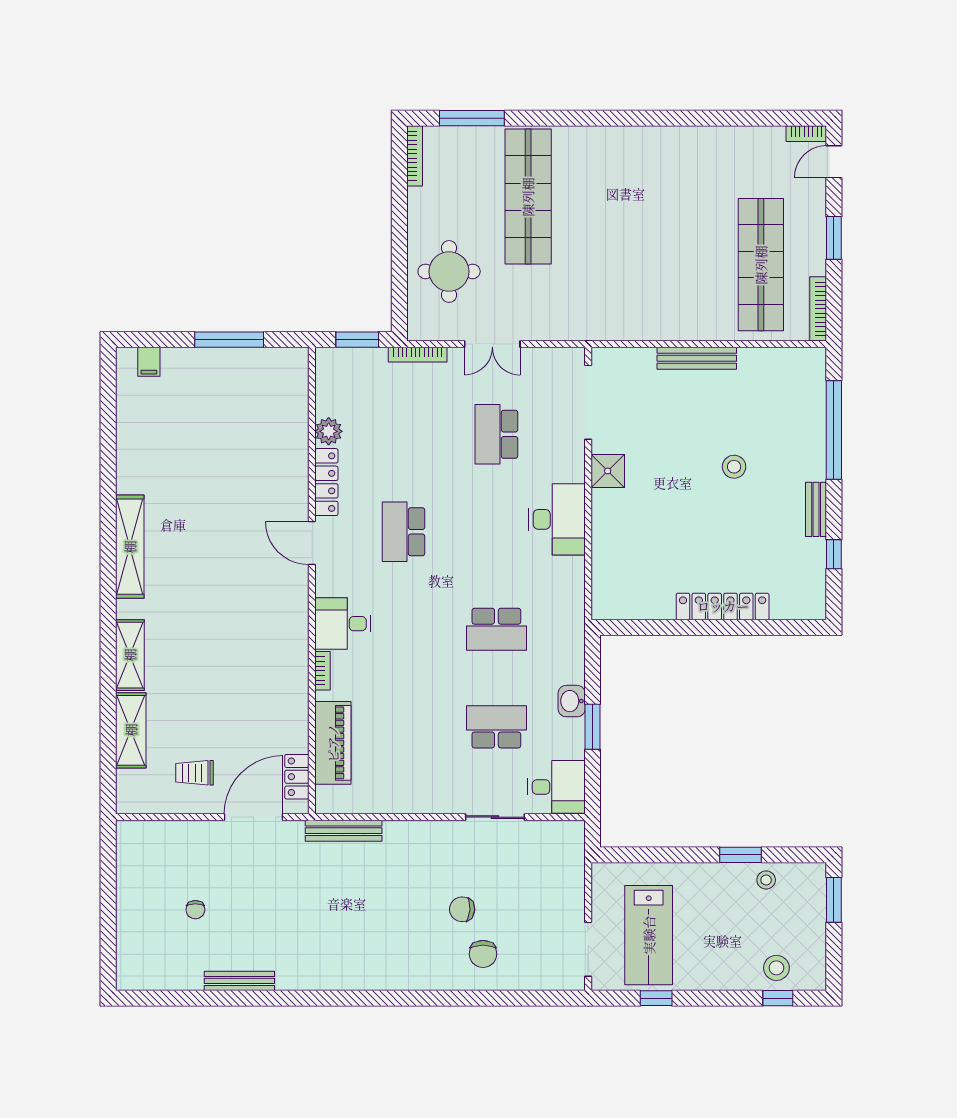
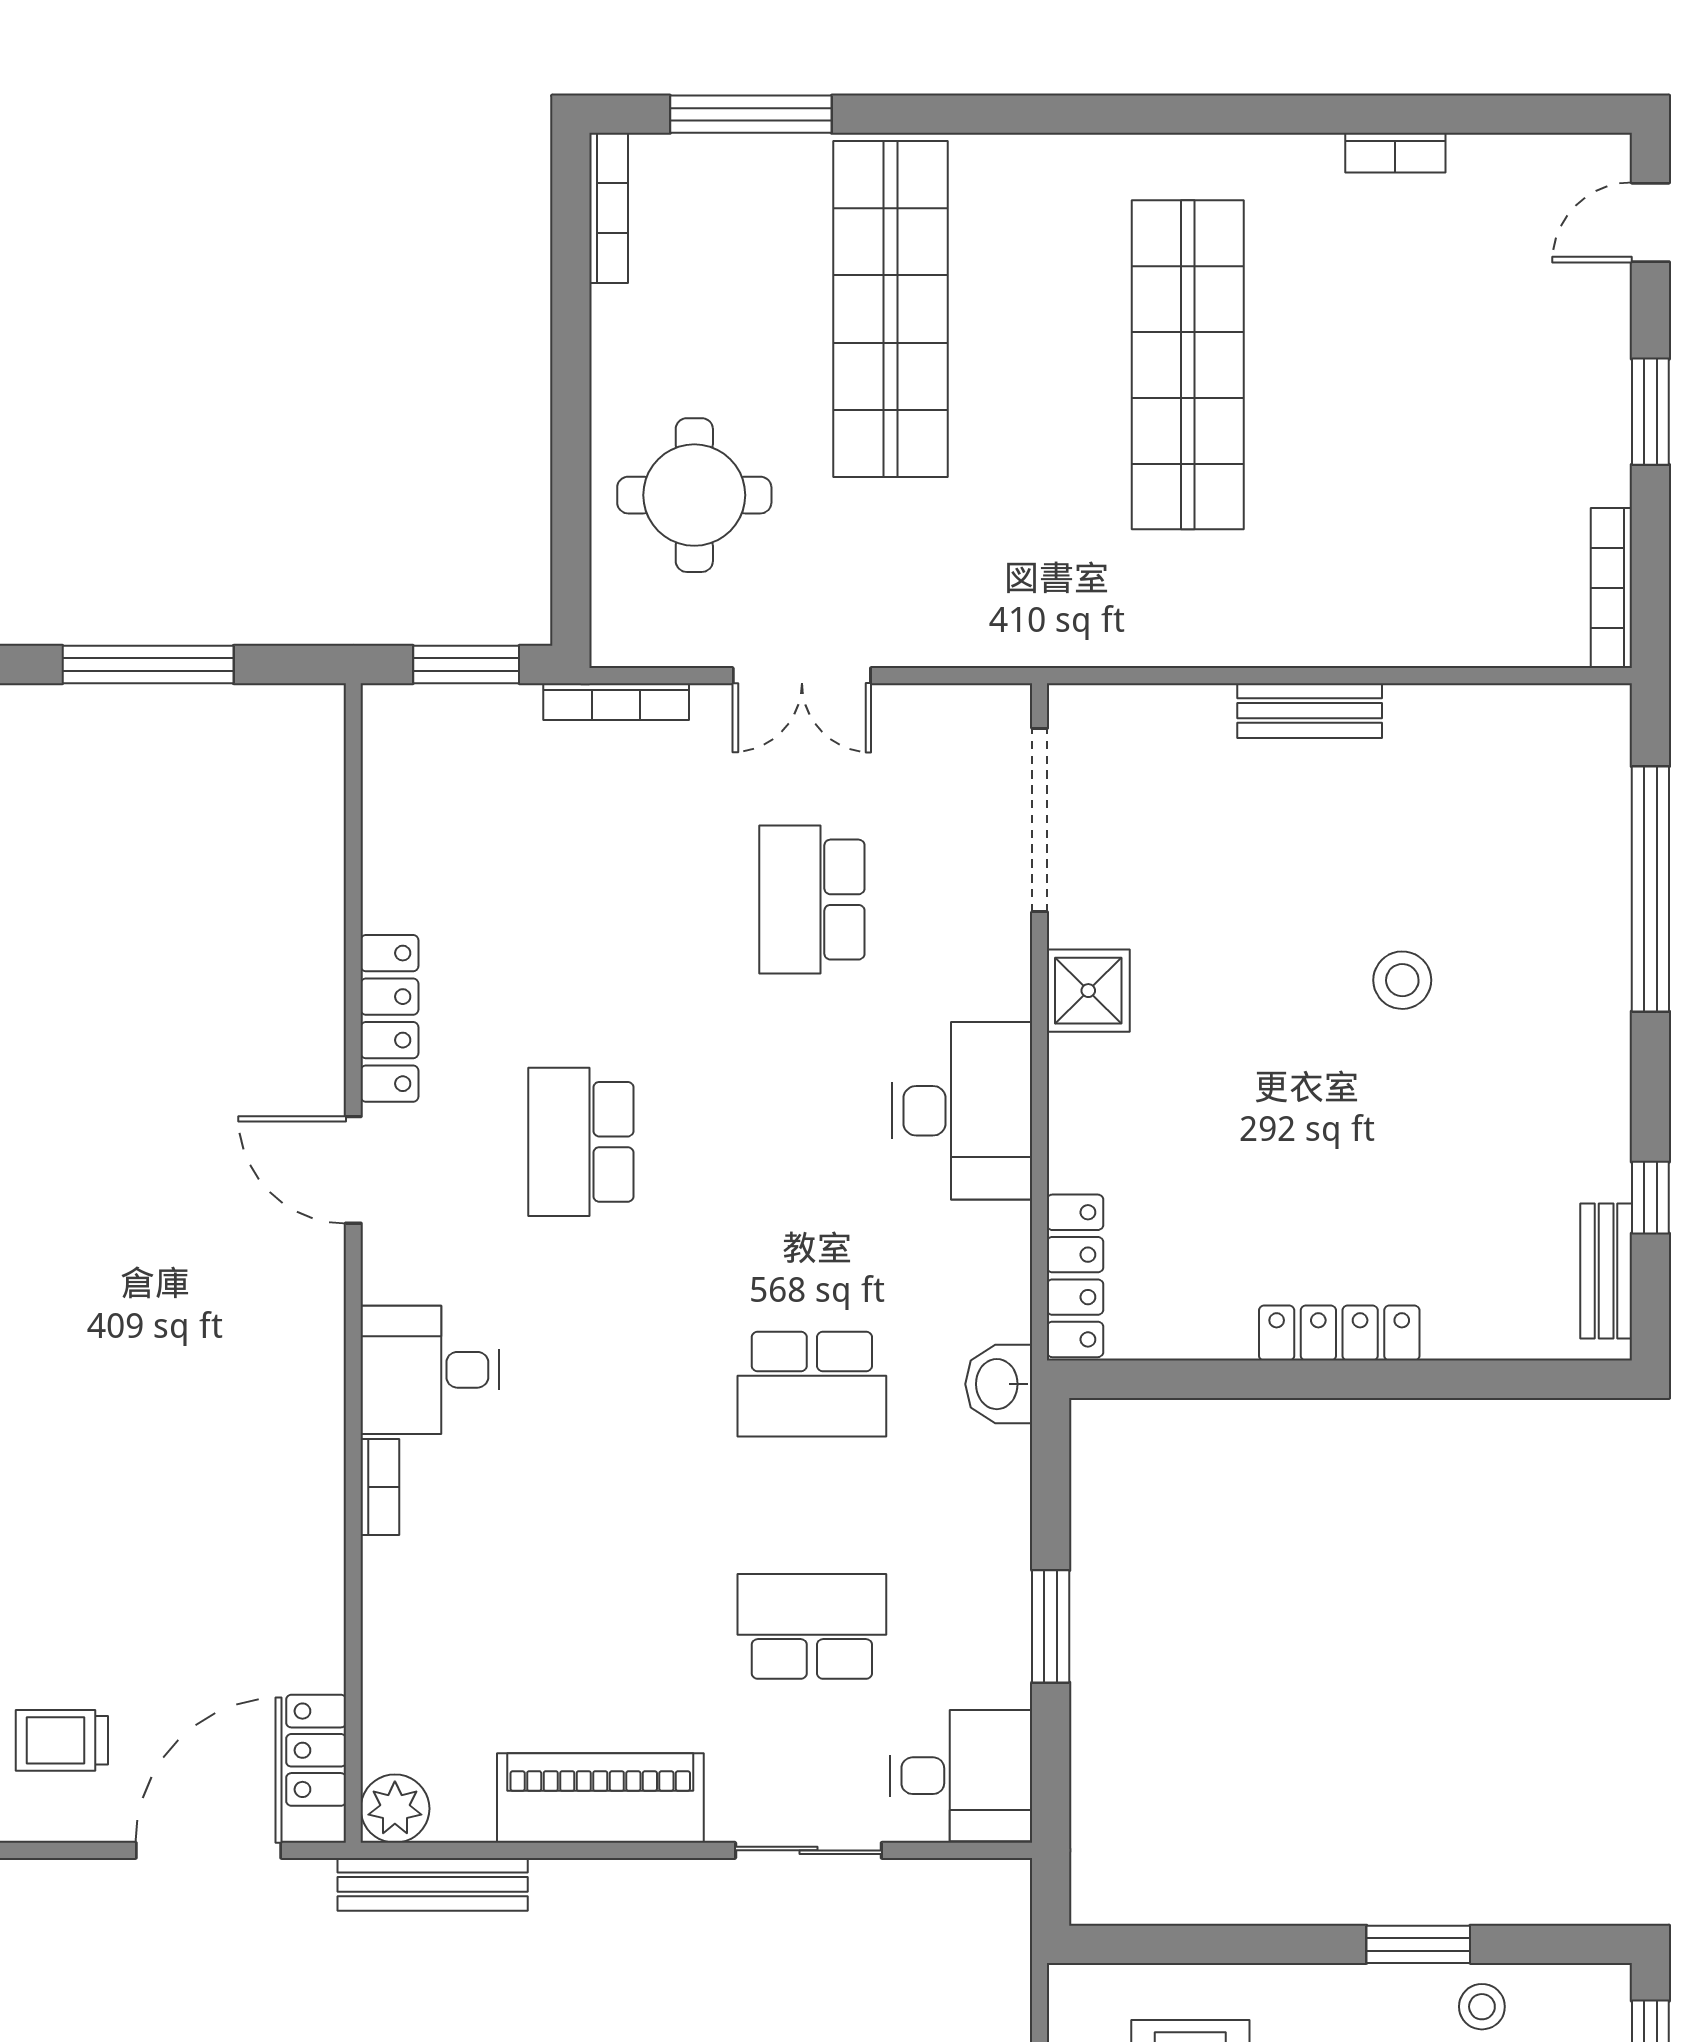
bookcase: (806, 134) -> (1395, 153), moved
shop shelf: (761, 265) -> (1188, 365), moved
bench: (697, 358) -> (1310, 711), width x0.73
plant: (329, 431) -> (395, 1809), moved
bench: (816, 509) -> (1606, 1271), moved
locker: (602, 586) -> (1075, 1276), added
locker: (723, 606) -> (1339, 1333), width x0.71, depth x0.83
washbasin: (572, 701) -> (999, 1384), moved
piano: (333, 743) -> (600, 1798), moved, turned -90

